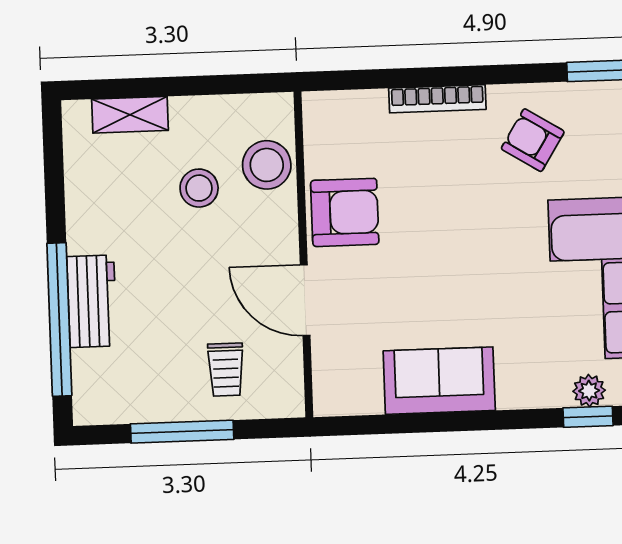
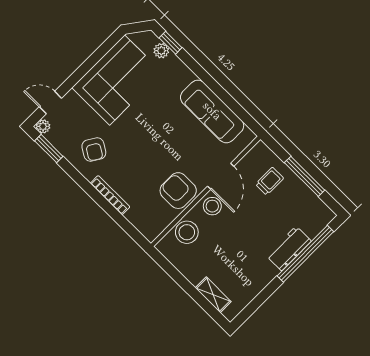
stool: (199, 188) -> (212, 206), moved
sofa: (439, 381) -> (212, 111), width x1.36

